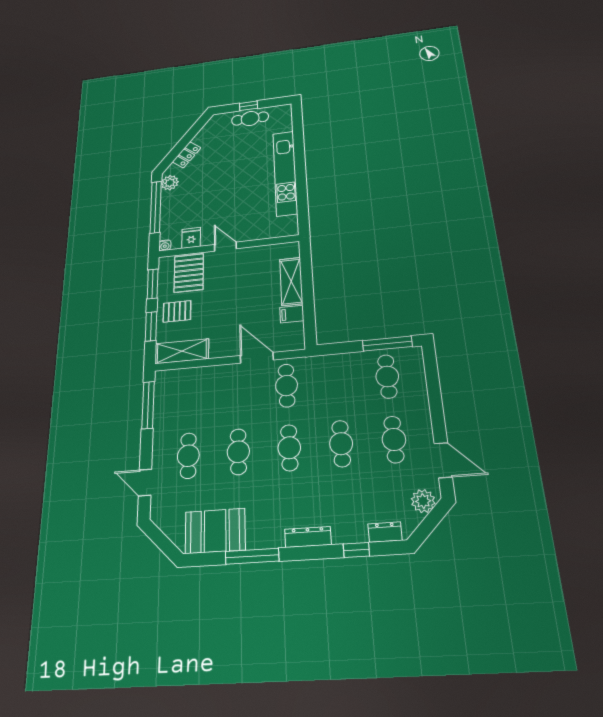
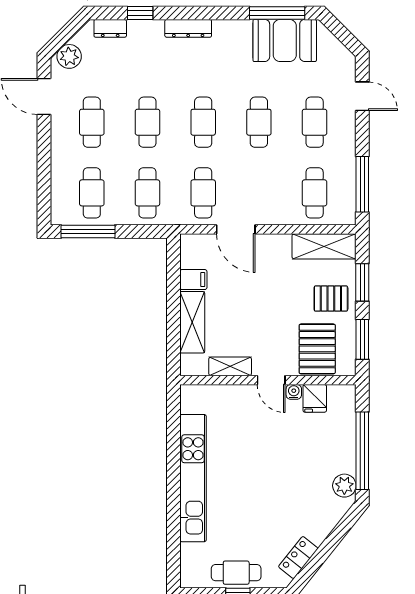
locker: (187, 155) -> (298, 558), moved
water cooler: (165, 245) -> (294, 392), moved
shelving: (259, 253) -> (230, 366), added
cafe table: (336, 381) -> (147, 193), added
cafe table: (189, 394) -> (315, 193), added
window: (252, 556) -> (277, 13), moved

